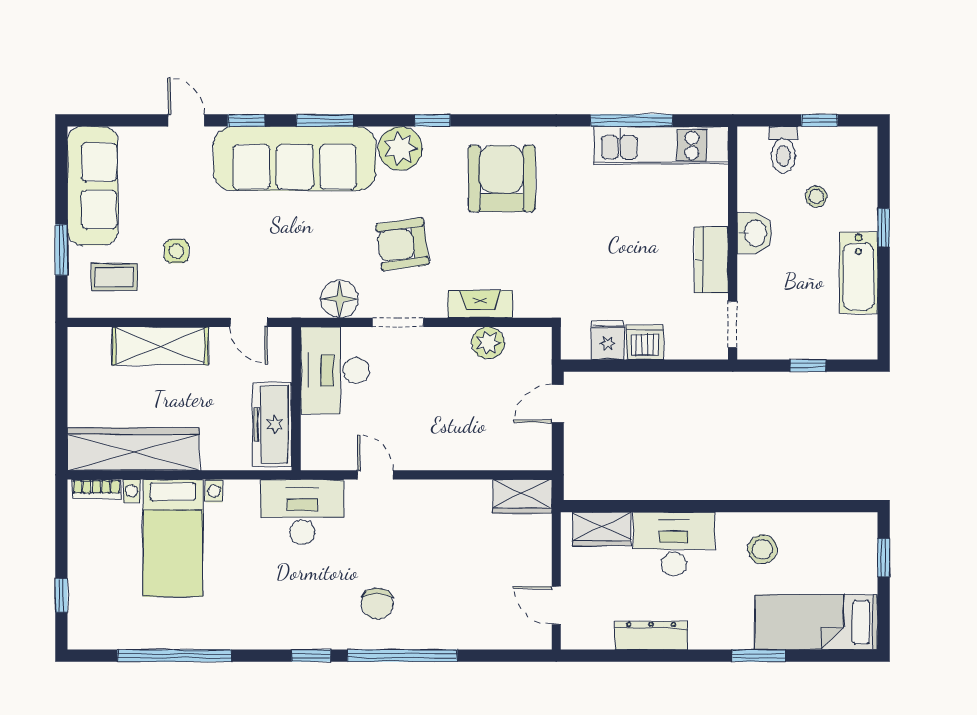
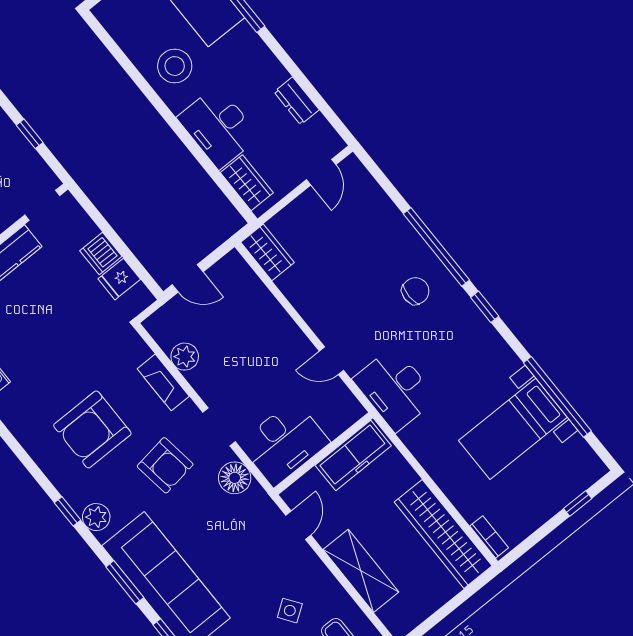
plant: (400, 148) -> (96, 517), width x0.73, depth x0.73
armchair: (502, 179) -> (92, 429), moved
side table: (176, 251) -> (290, 611), turned -35
door: (375, 475) -> (331, 361), hinge flipped
bed with nightstands: (173, 538) -> (513, 429), moved, turned 180
stool: (763, 549) -> (175, 66), width x1.38, depth x1.38
dresser: (651, 636) -> (297, 101), width x0.70

